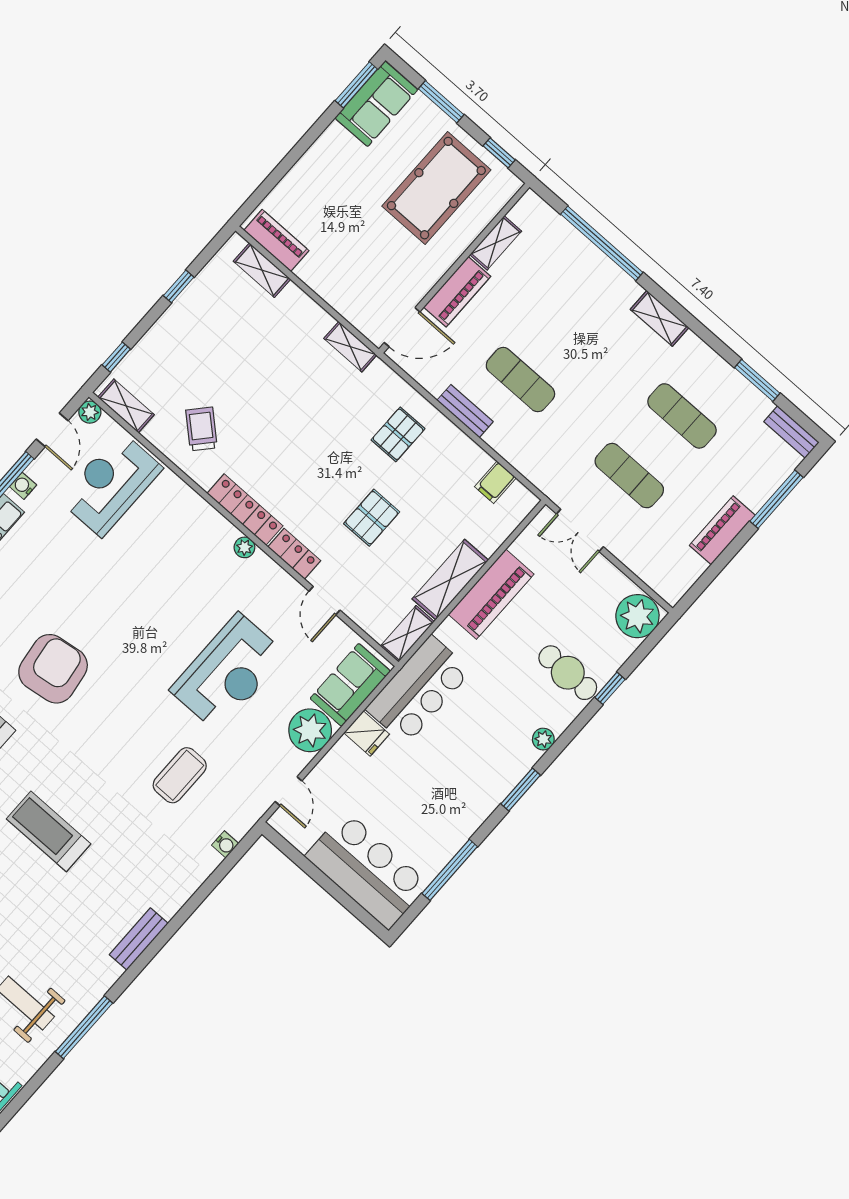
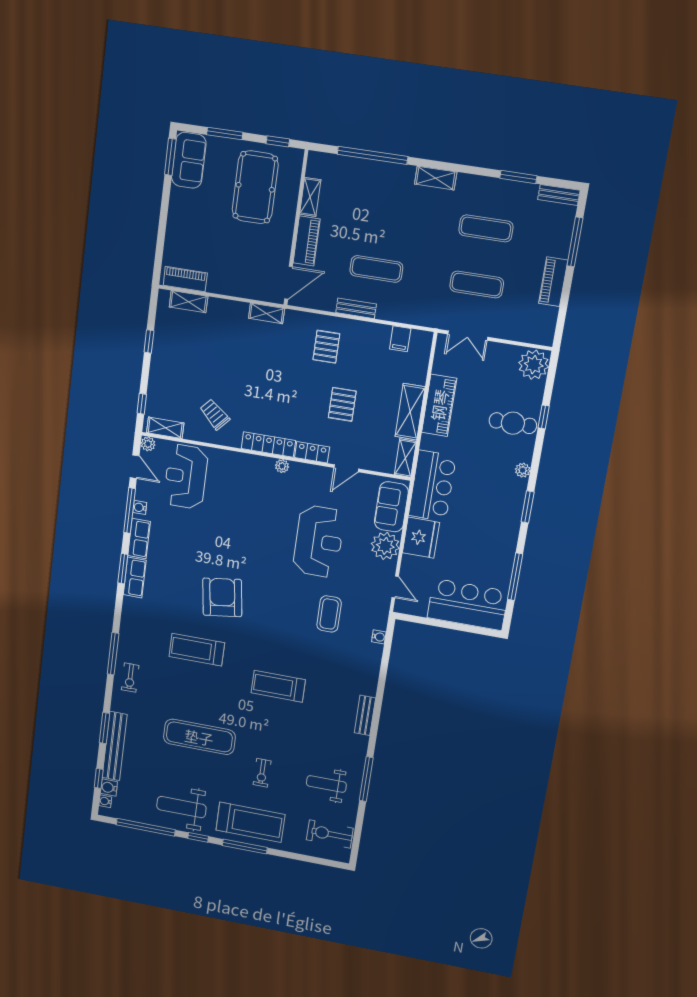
door: (325, 601) -> (346, 468), hinge flipped
fridge: (367, 733) -> (421, 538), width x1.88, depth x1.34

